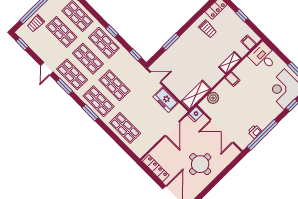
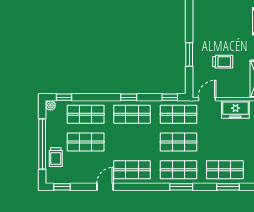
trolley: (208, 29) -> (223, 62), moved
shop shelf: (88, 59) -> (178, 114), moved
door: (47, 69) -> (105, 187), swing flipped
window: (64, 86) -> (228, 187), moved

